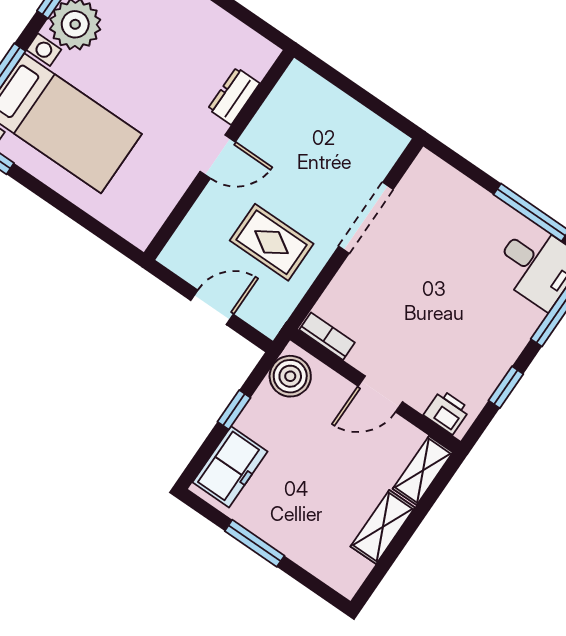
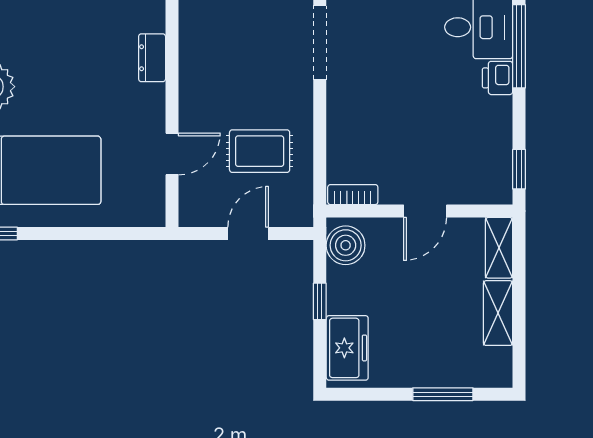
door: (218, 157) -> (172, 154), moved
doorway: (366, 218) -> (320, 43), moved
window: (506, 387) -> (519, 169), moved
printer: (447, 412) -> (497, 78), moved, turned -90
window: (255, 543) -> (443, 394), moved

